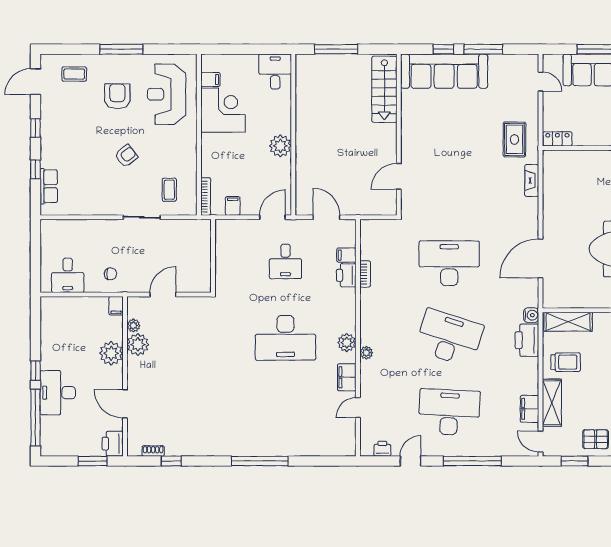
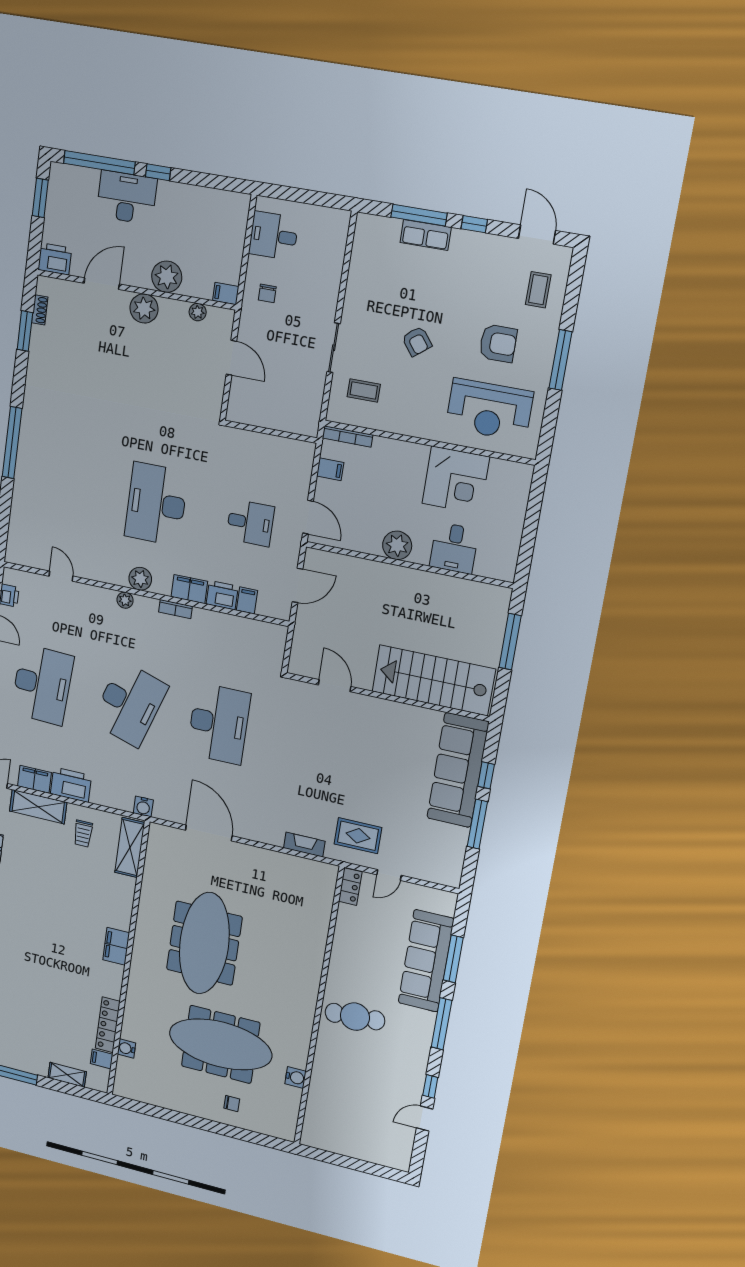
desk: (275, 71) -> (454, 548), moved, turned 90
filing cabinet: (210, 80) -> (499, 471), removed
door: (540, 82) -> (389, 875), moved
stairs: (384, 89) -> (434, 680), width x1.36, depth x1.51
reception desk: (167, 94) -> (489, 410), turned 180
window: (35, 169) -> (419, 215), width x2.17
row of seats: (49, 186) -> (426, 235), moved
desk: (285, 261) -> (250, 523), turned 180
bookcase: (365, 274) -> (175, 609), moved
printer: (527, 340) -> (71, 785), moved
plant: (138, 344) -> (144, 309), moved
trolley: (566, 362) -> (83, 834), width x0.73, depth x0.72
filing cabinet: (347, 377) -> (189, 589), moved
window: (93, 461) -> (40, 198), moved
window: (171, 461) -> (25, 331), width x1.50

